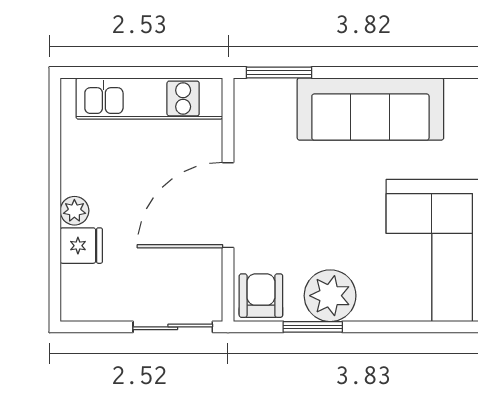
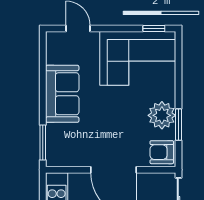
sofa: (370, 109) -> (62, 94), width x0.73

